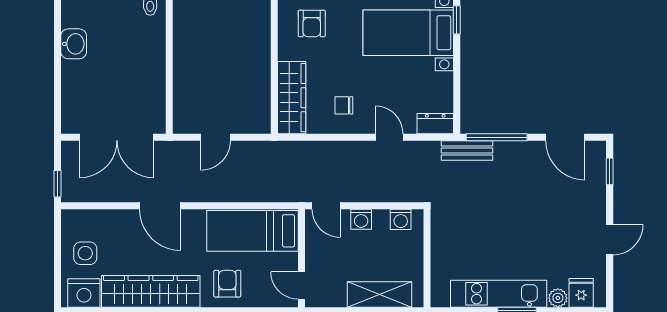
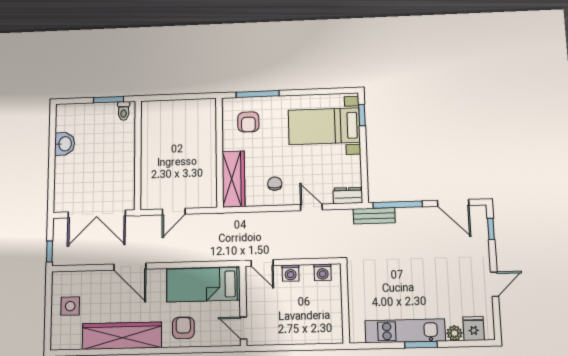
chair: (344, 105) -> (275, 184), turned 90
nightstand: (84, 293) -> (68, 338), removed
shelving: (379, 294) -> (307, 334), removed

